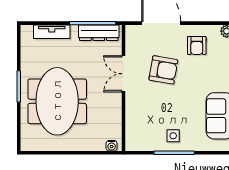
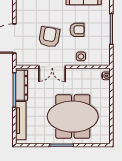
tv unit: (52, 32) -> (21, 121), width x1.41
armchair: (197, 45) -> (77, 30), moved
side table: (173, 136) -> (81, 56), moved

